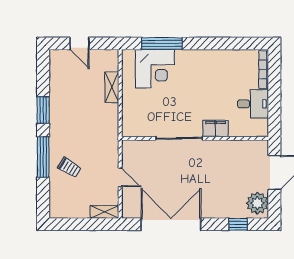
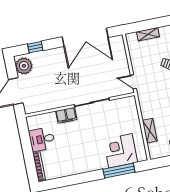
door: (120, 177) -> (133, 82), moved
shelving: (105, 212) -> (148, 34), moved

